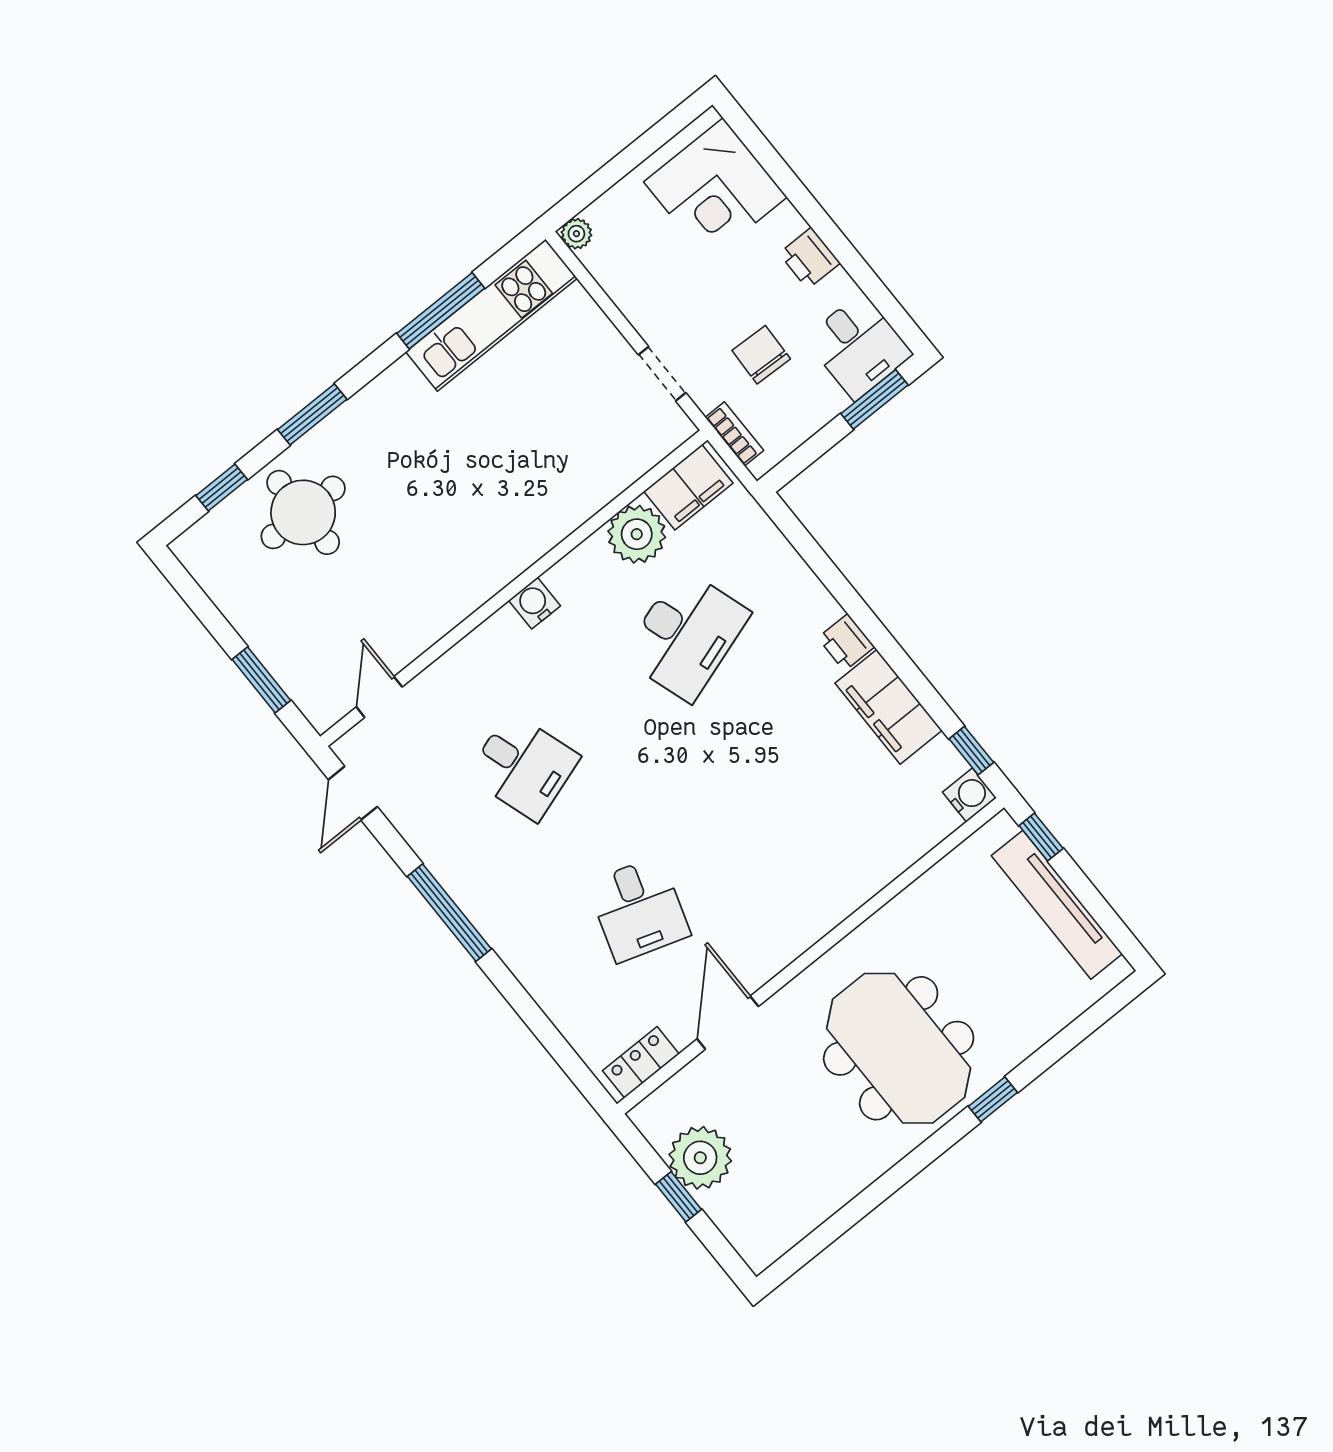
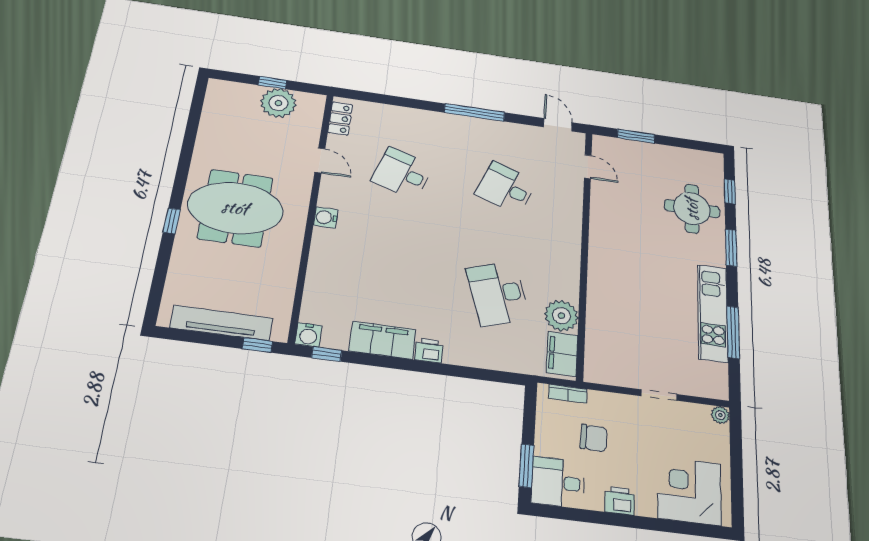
kitchen unit: (492, 315) -> (713, 313), moved
doorway: (662, 374) -> (659, 395), moved
water cooler: (535, 603) -> (326, 217), moved, turned 180
desk: (523, 766) -> (506, 188), turned 39
door: (728, 1023) -> (320, 160), width x0.73

